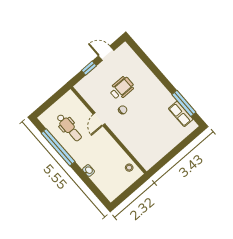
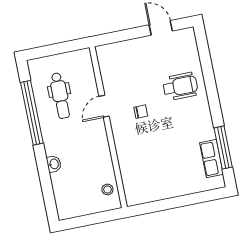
window: (89, 68) -> (128, 34), removed
wheelchair: (122, 88) -> (180, 86), moved

